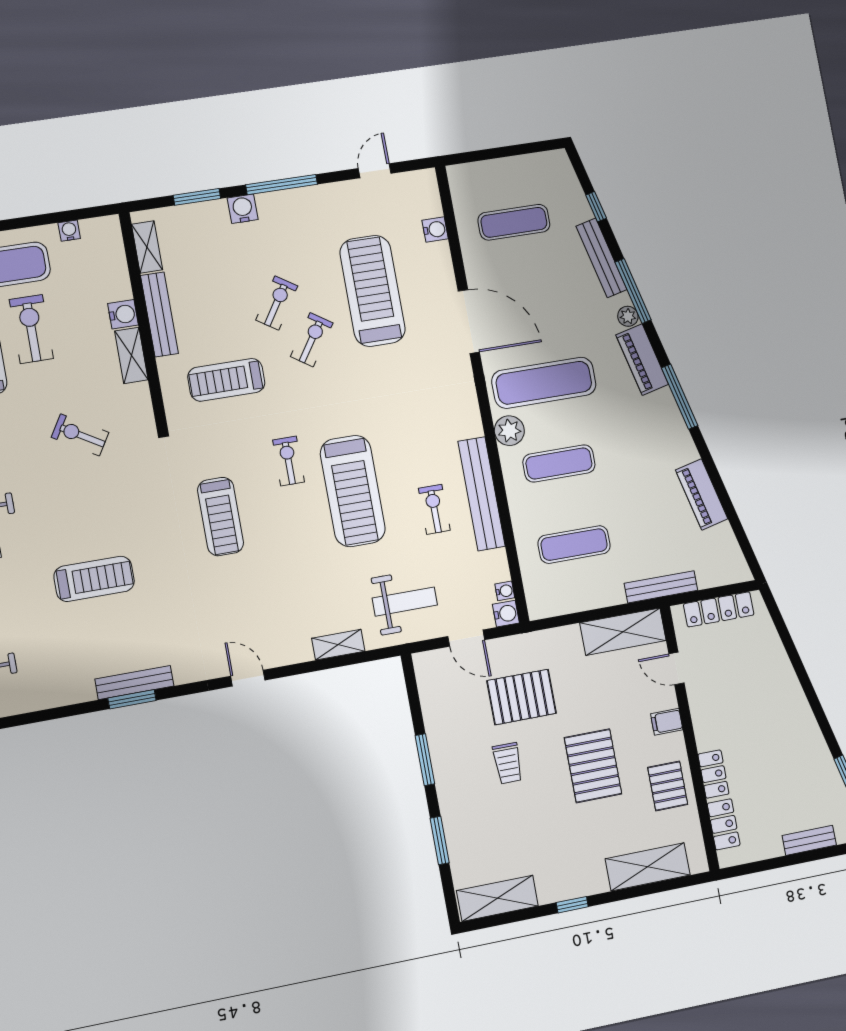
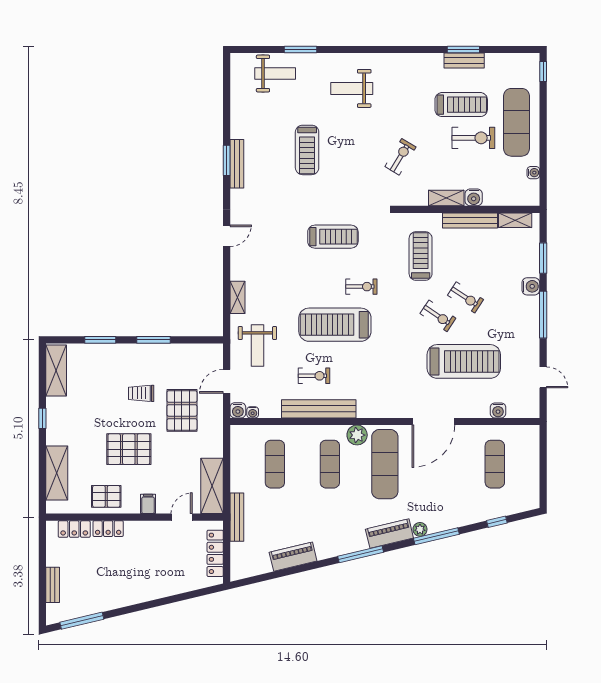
bench: (602, 258) -> (462, 519), removed
treadmill: (221, 517) -> (333, 237), turned 180

